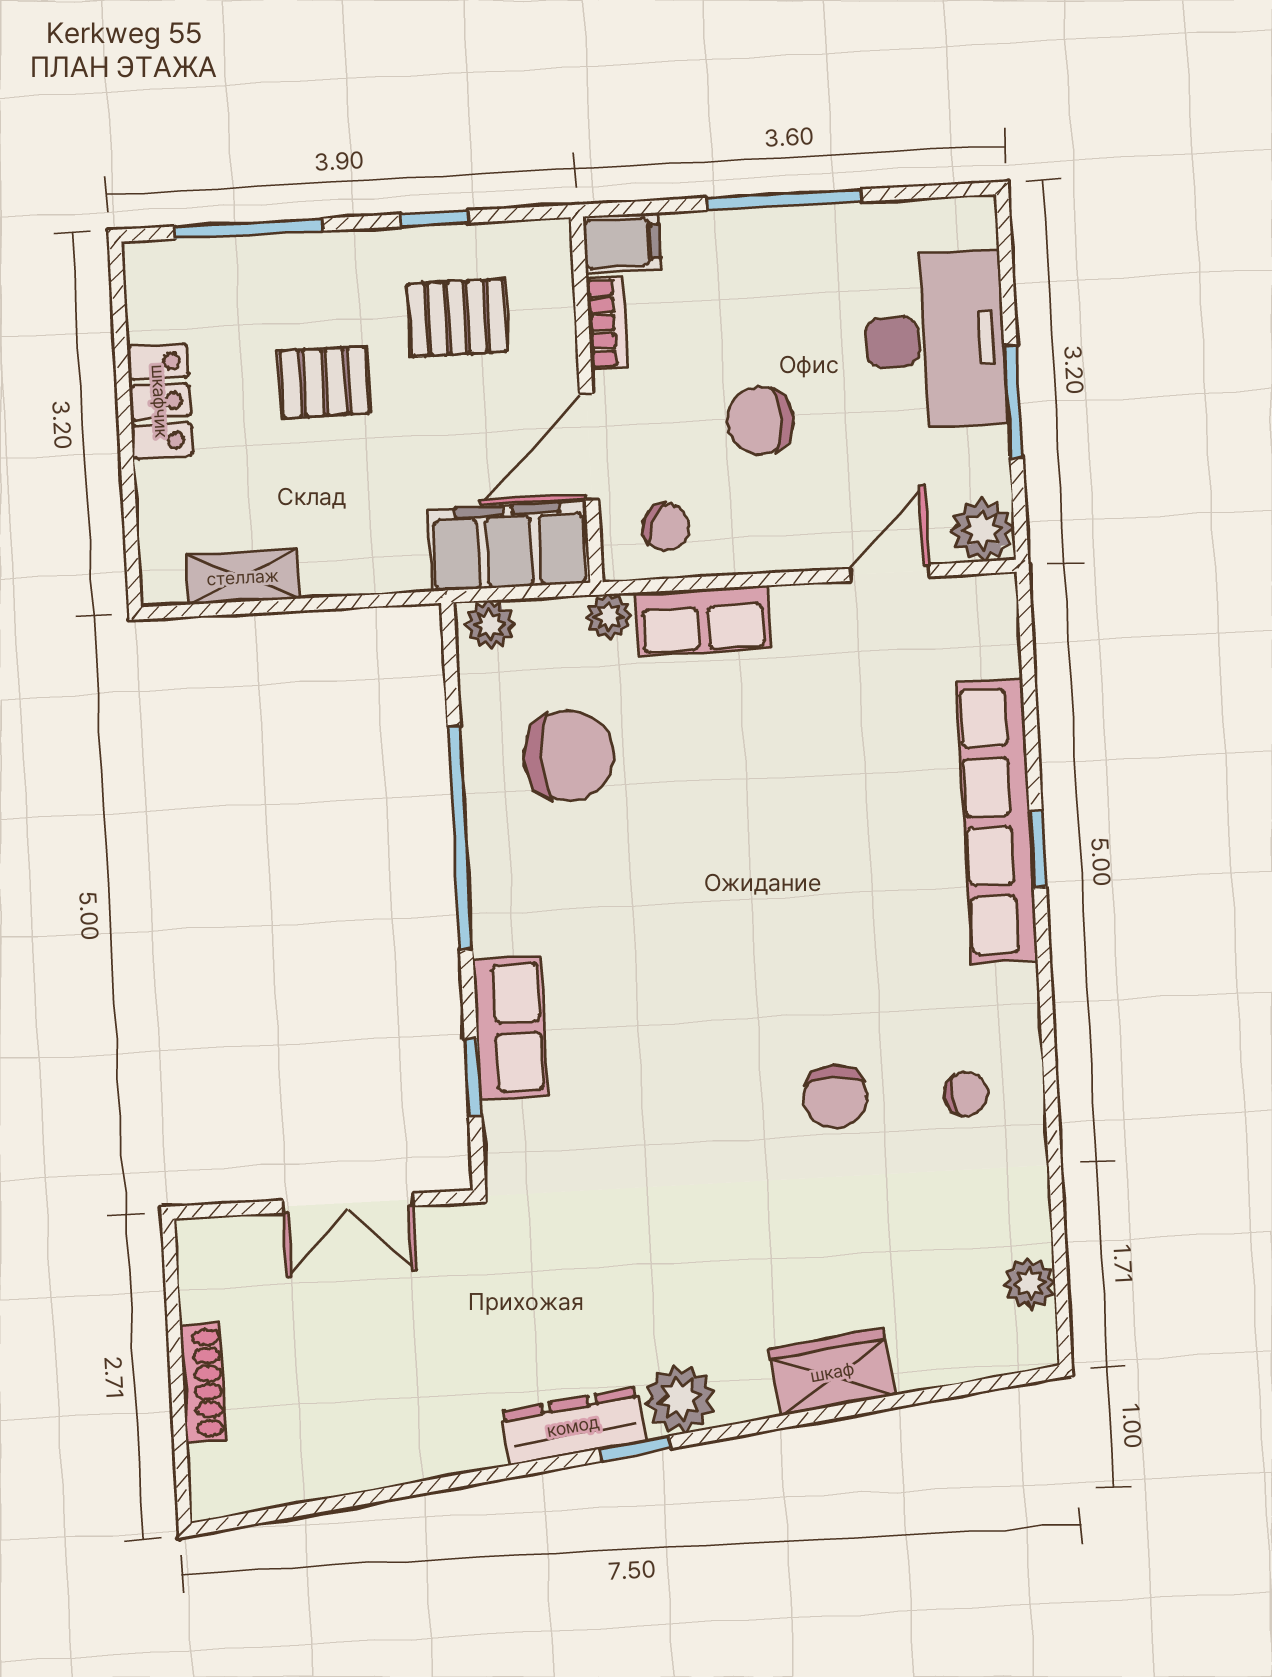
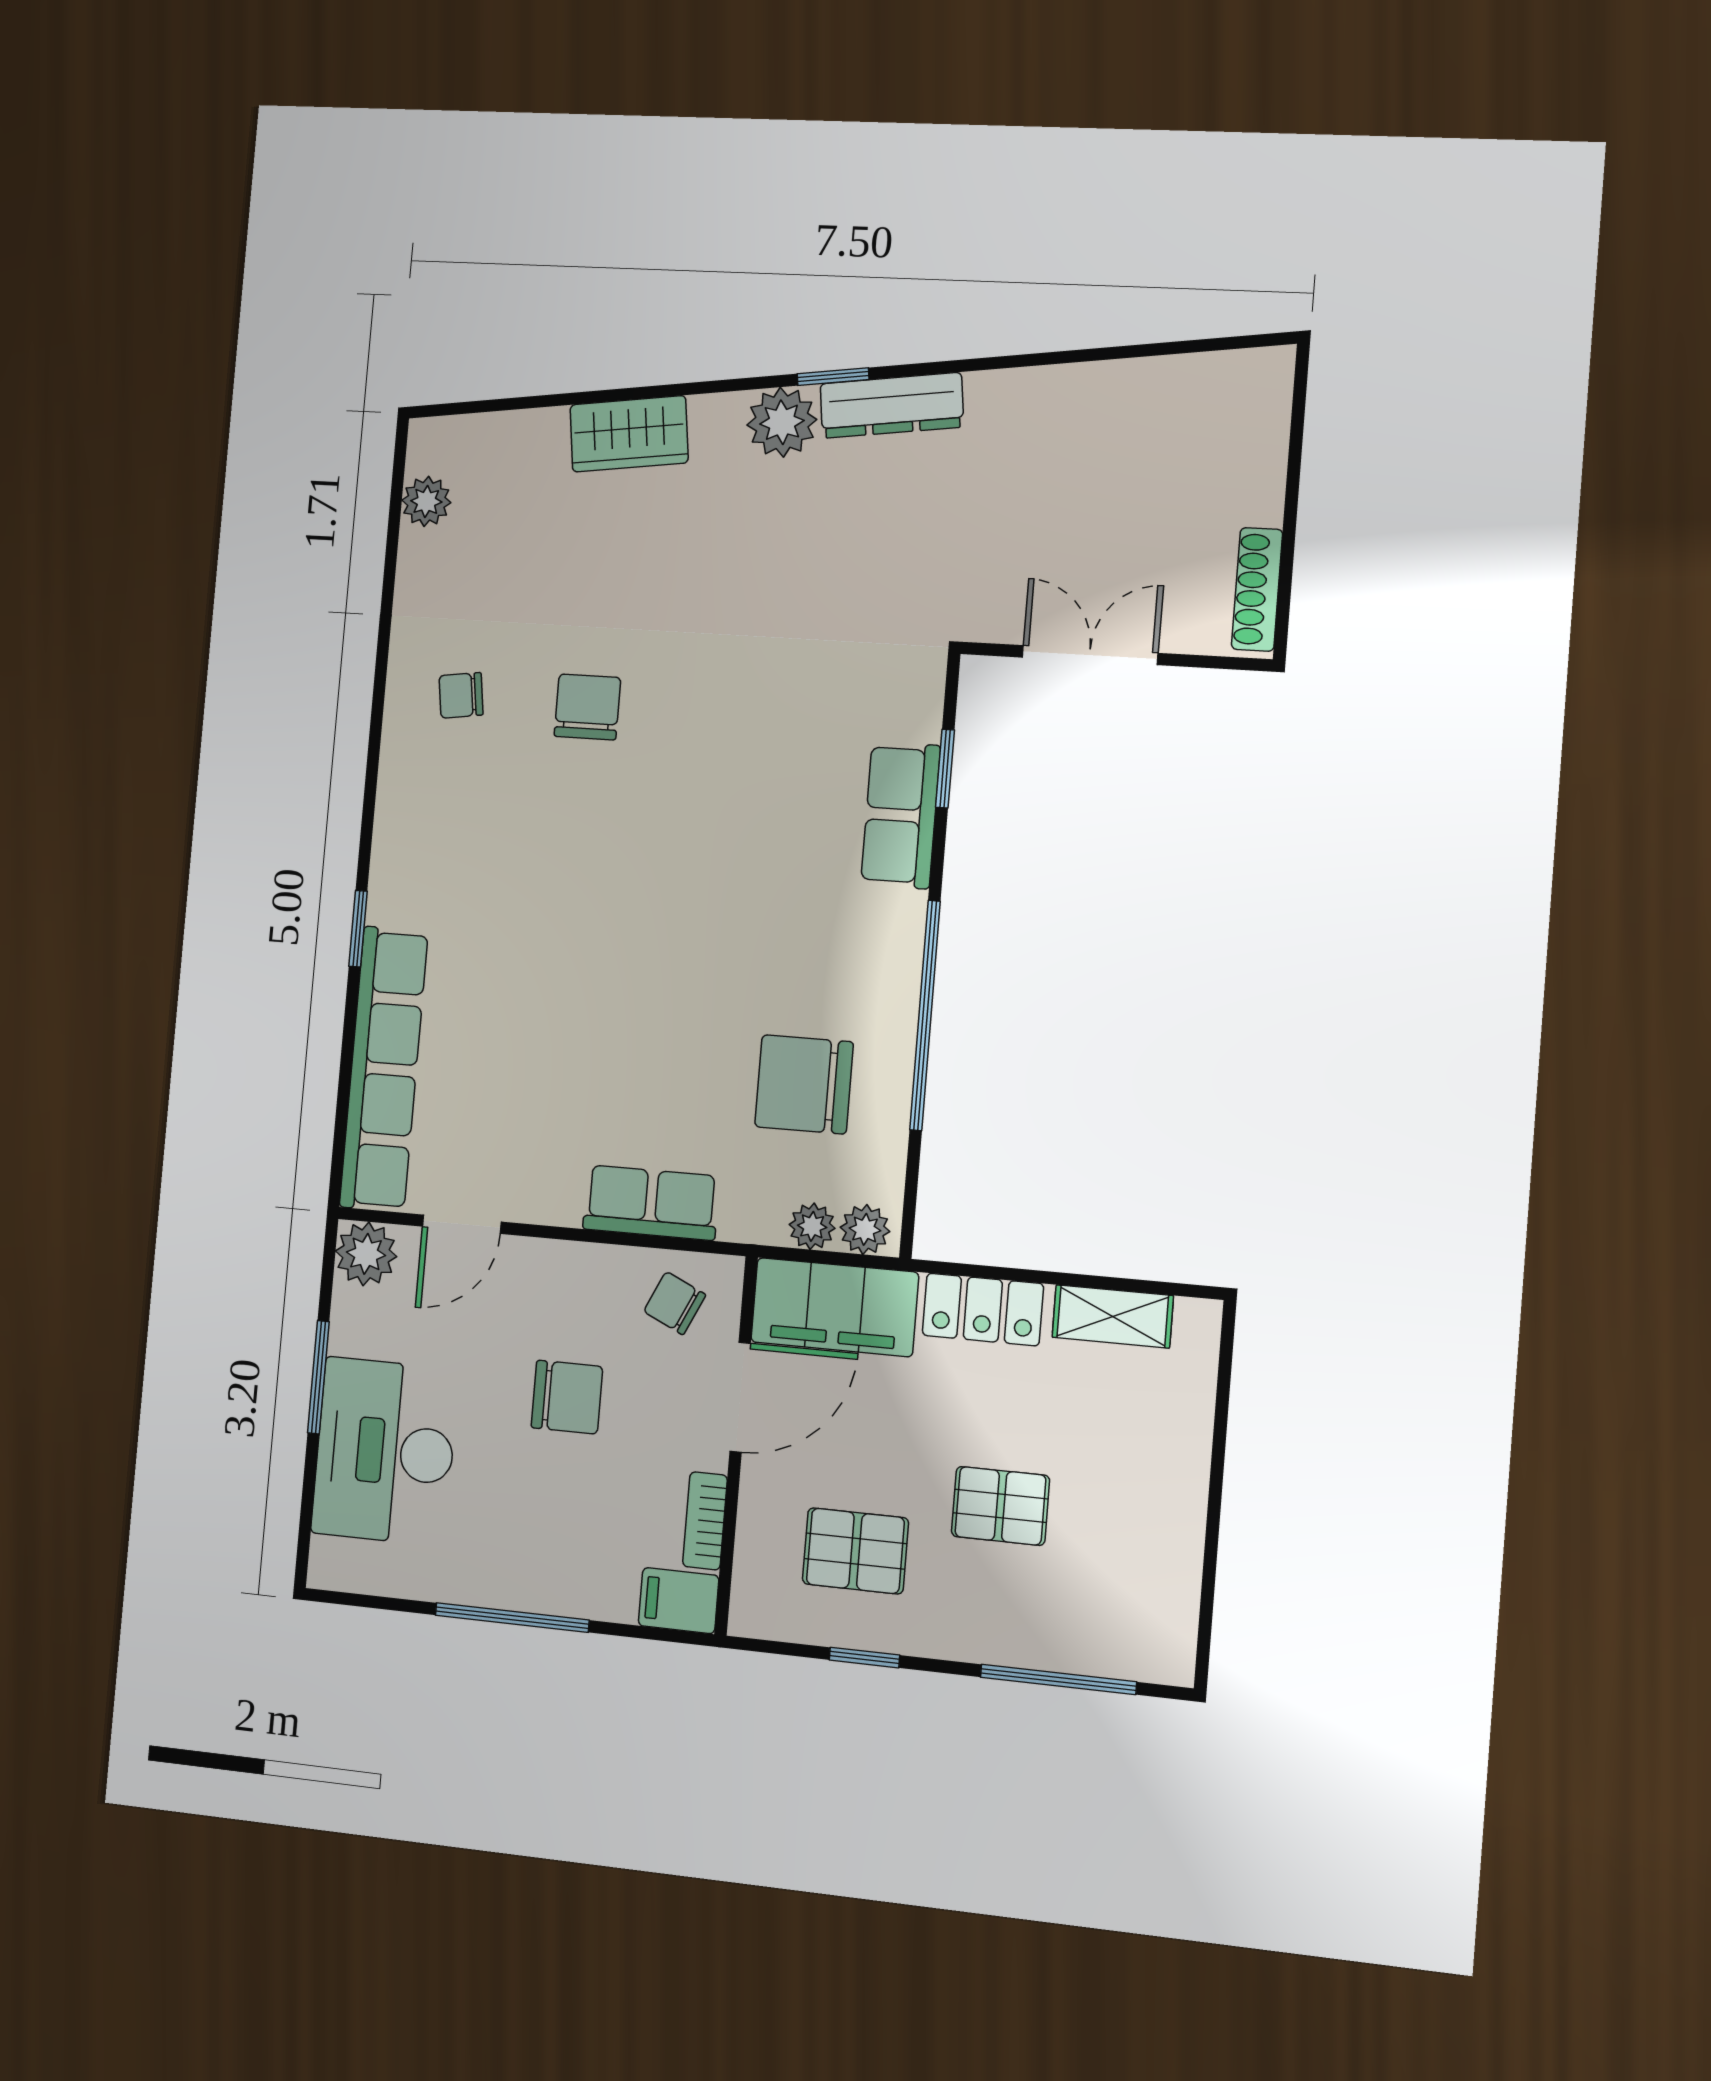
locker: (160, 401) -> (983, 1310), moved, turned -90
plant: (609, 617) -> (812, 1226), moved
row of seats: (997, 821) -> (384, 1069), moved
shoe rack: (203, 1383) -> (1257, 589), moved

